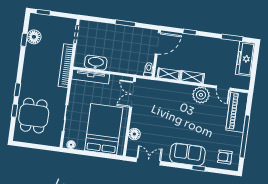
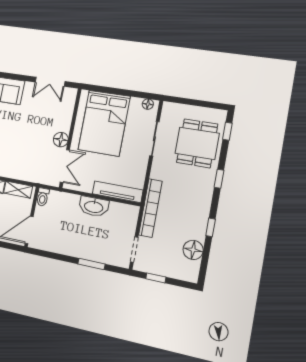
window: (43, 12) -> (156, 278), moved
window: (125, 23) -> (91, 264), moved
window: (24, 40) -> (211, 227), moved
washbasin: (96, 63) -> (94, 206), moved
window: (15, 111) -> (227, 131), moved
floor lamp: (134, 134) -> (61, 140), moved

